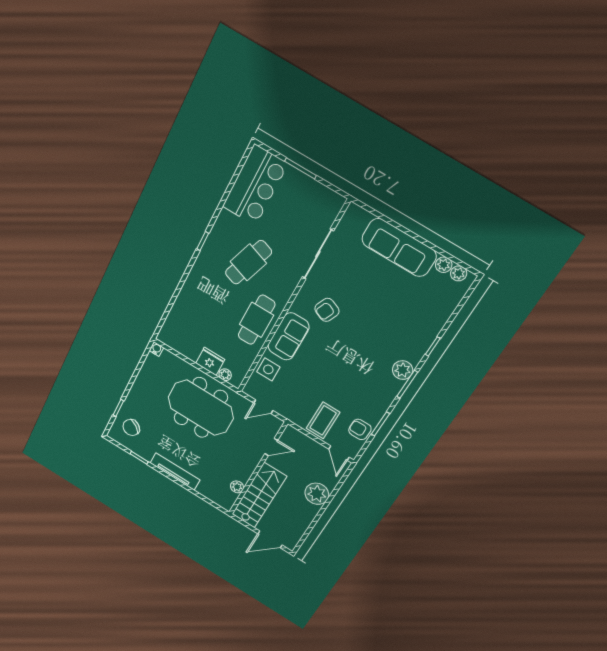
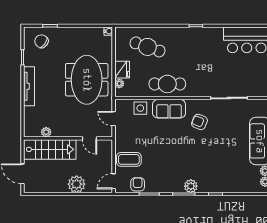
cafe table: (248, 262) -> (148, 47), moved

